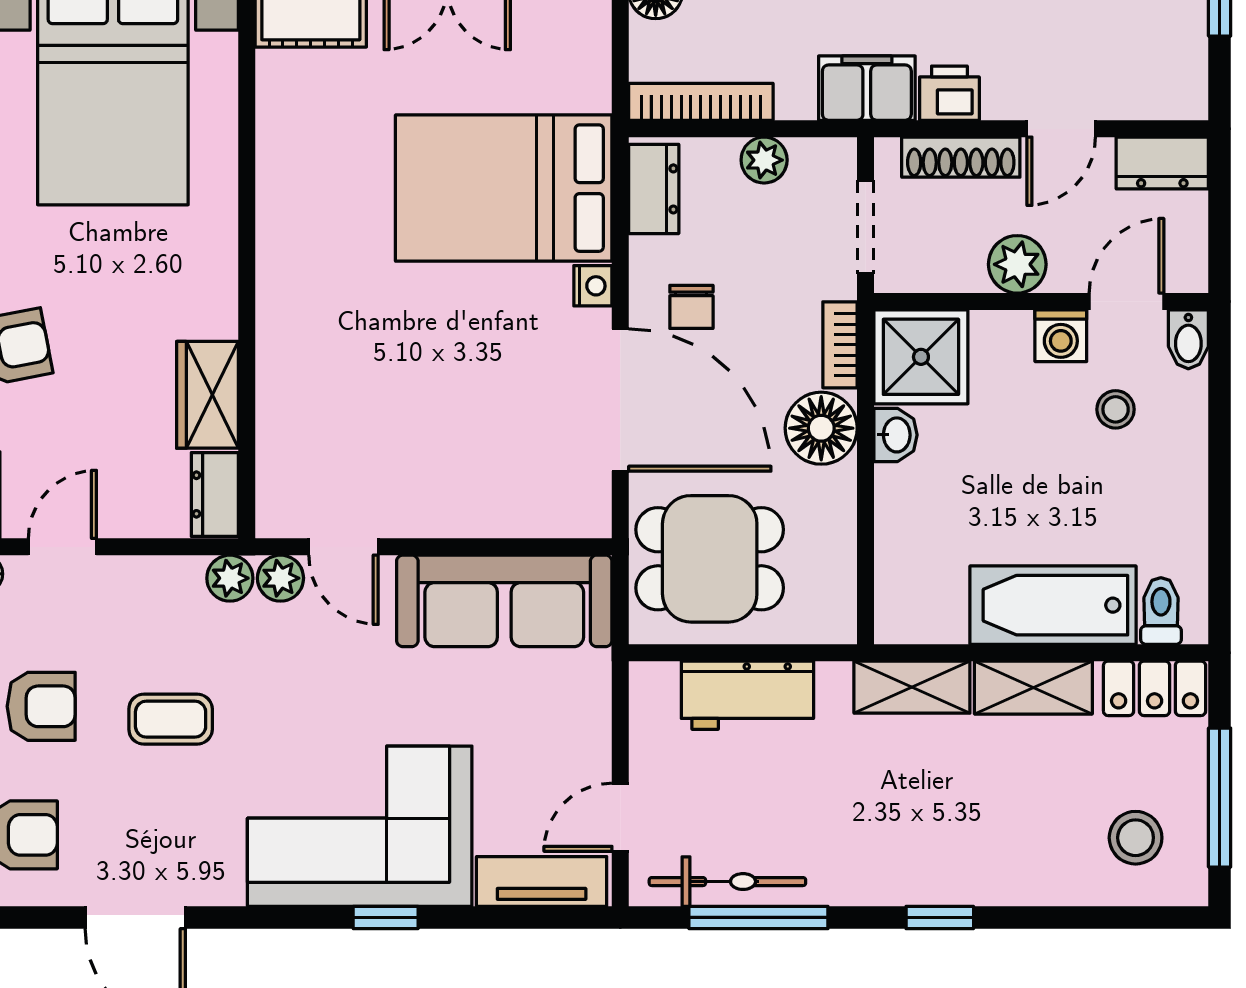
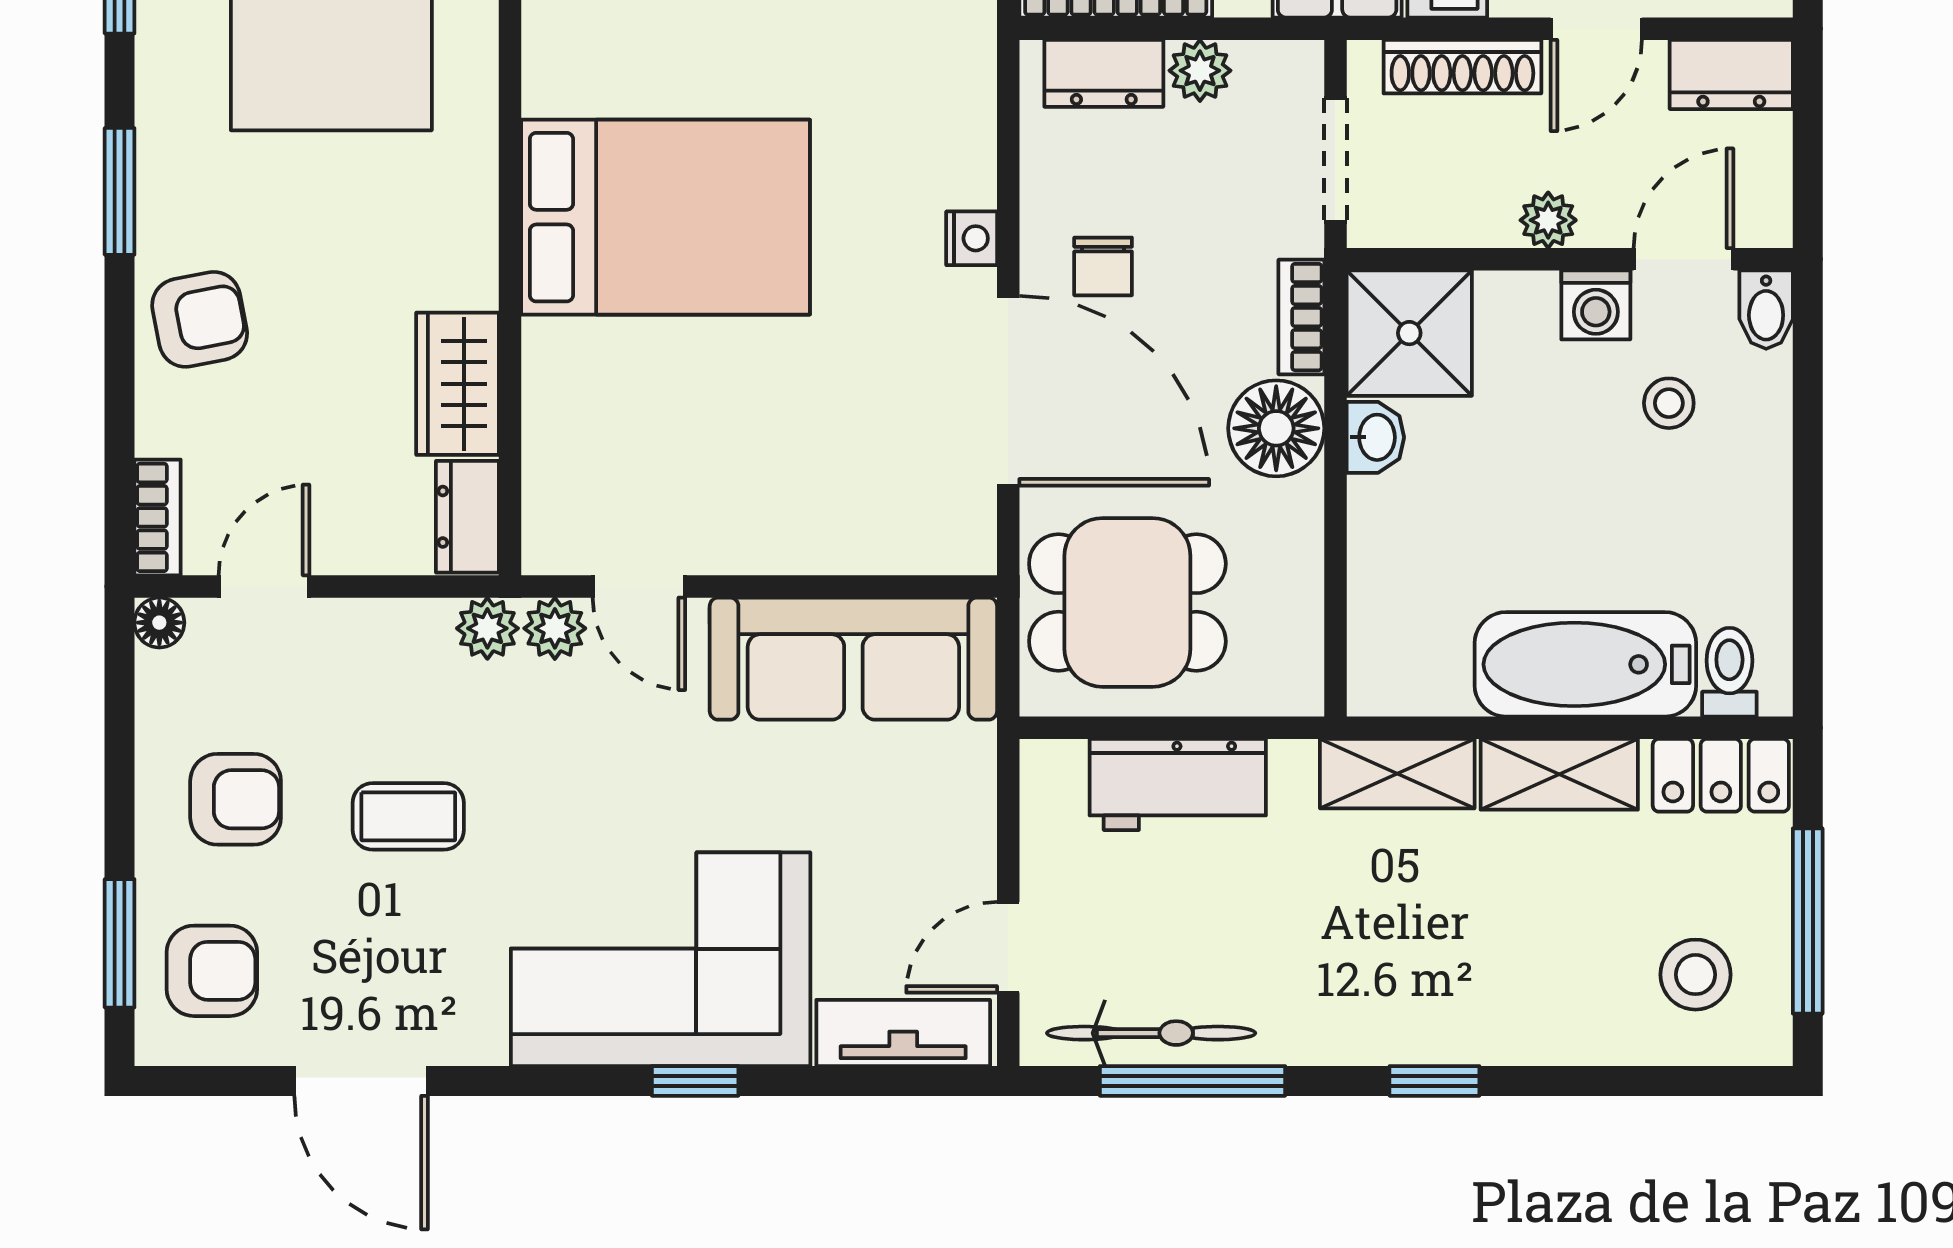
bed: (504, 188) -> (666, 217), moved, turned 180
dresser: (654, 189) -> (1104, 73), moved, turned 90
plant: (1017, 264) -> (1548, 220), width x0.73, depth x0.73

